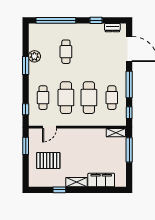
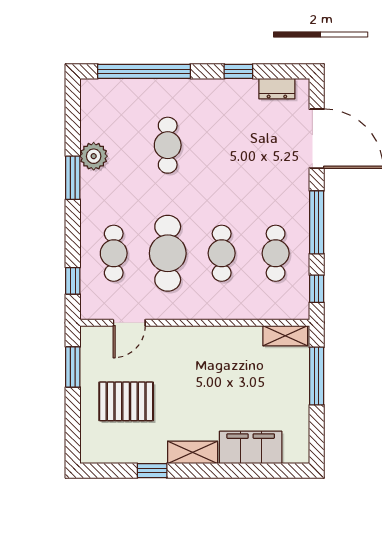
cafe table: (89, 98) -> (222, 253), width x0.73, depth x0.74

